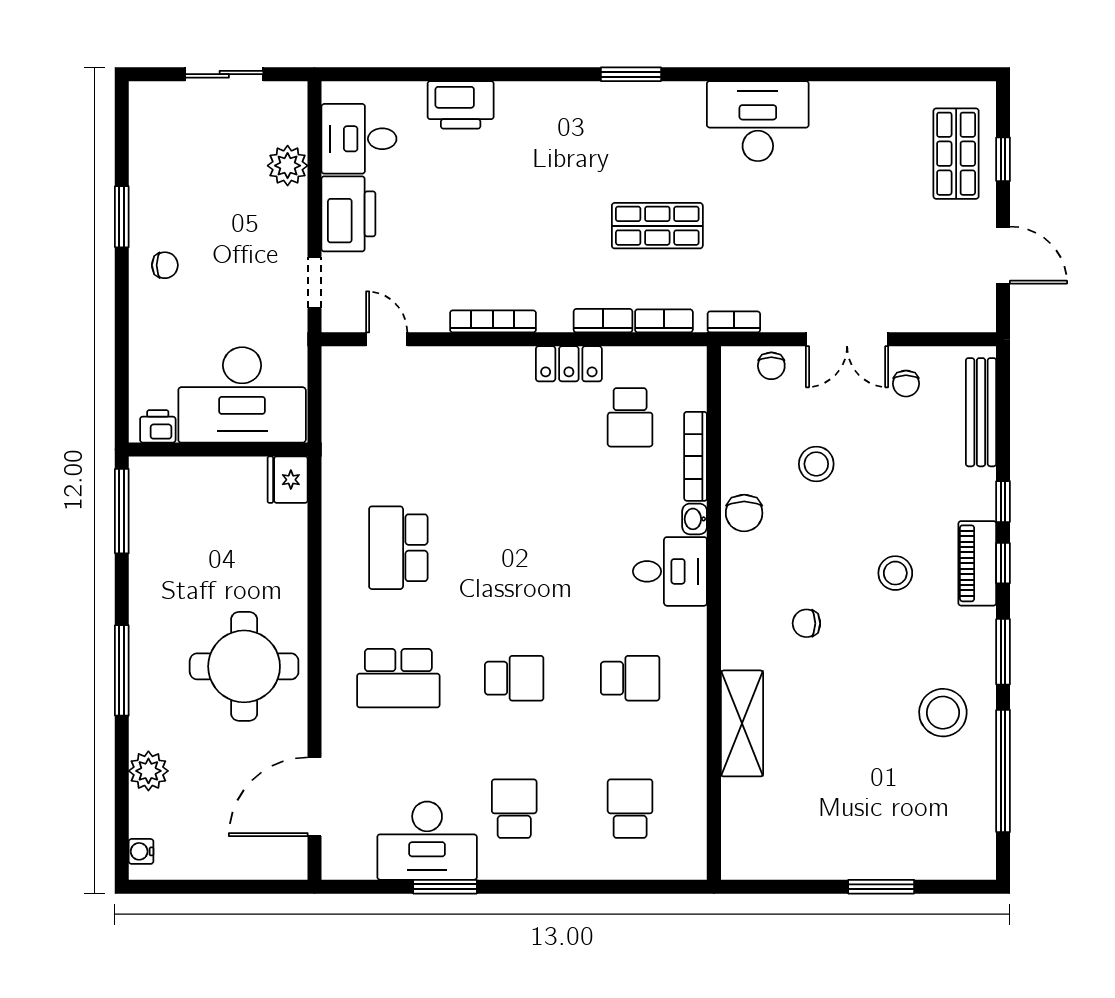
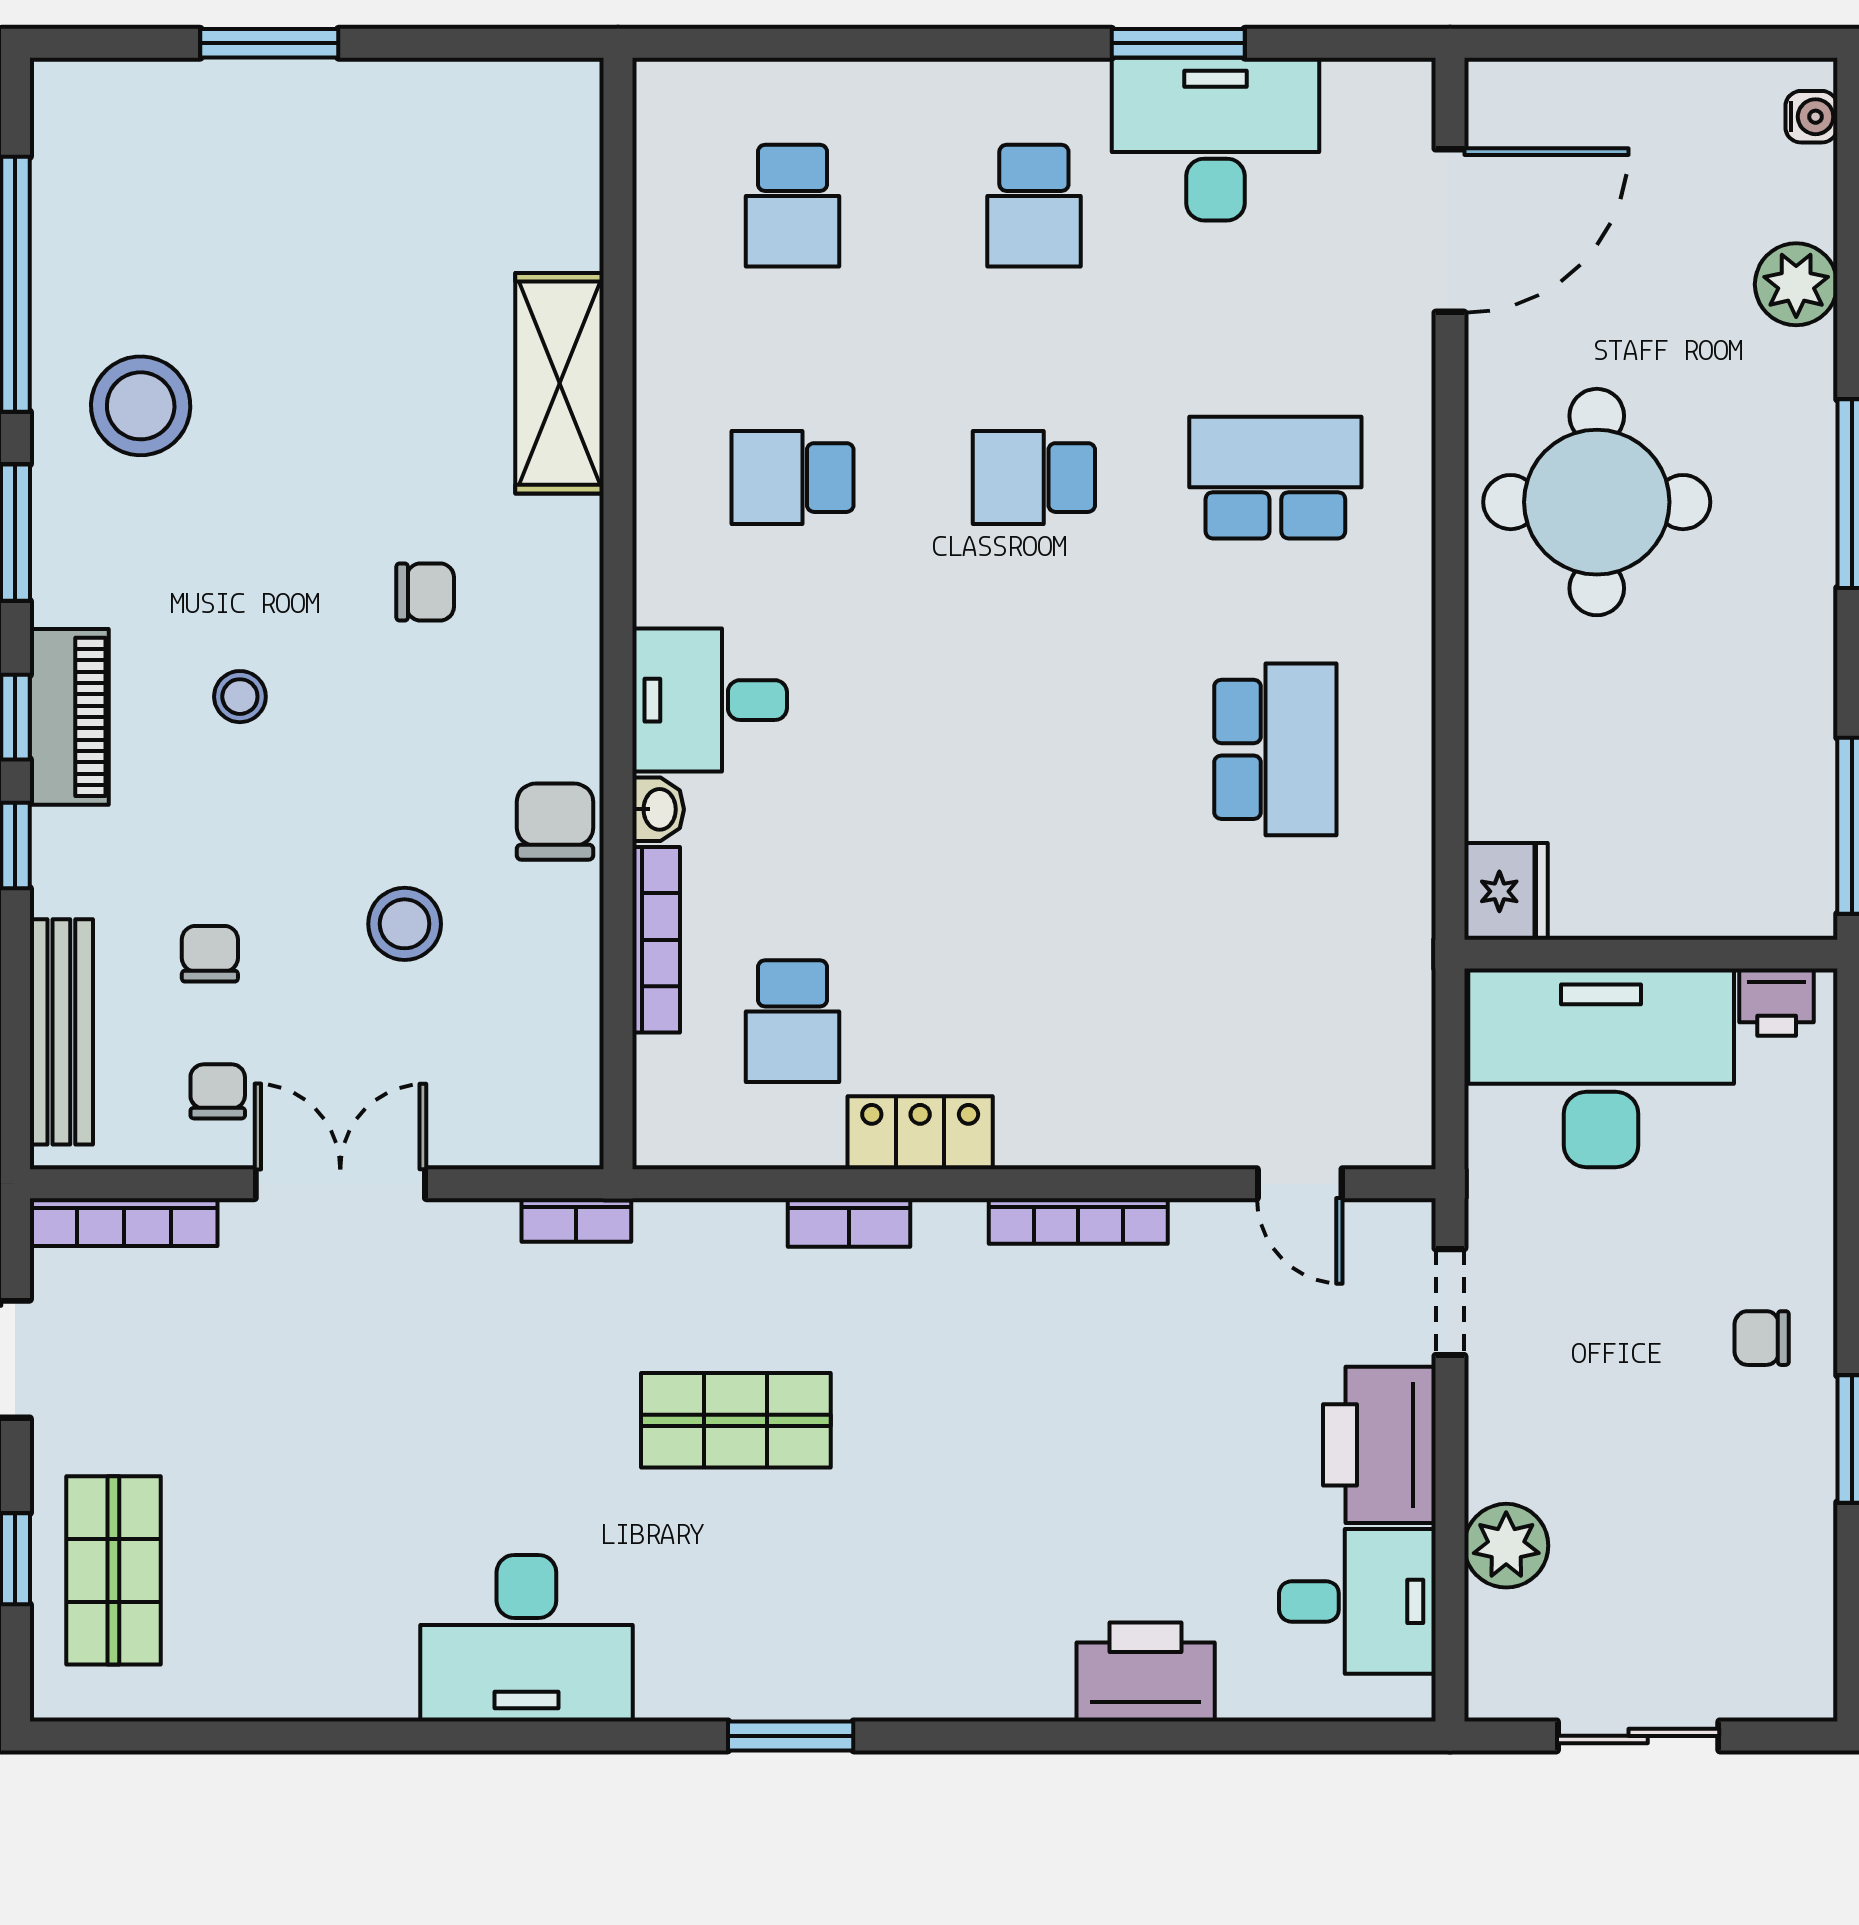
bookcase: (664, 321) -> (124, 1222), moved, width x1.56
chair: (771, 366) -> (210, 954), moved
school desk: (630, 417) -> (793, 1021), turned 180
stool: (895, 573) -> (240, 697), width x0.73, depth x0.73

